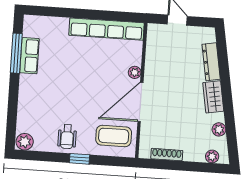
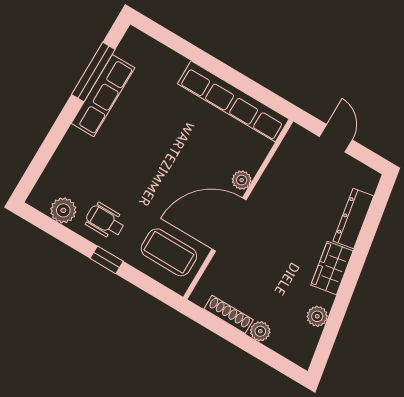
row of seats: (29, 56) -> (103, 96), width x1.48
wheelchair: (67, 137) -> (105, 221), turned 90
plant: (25, 142) -> (63, 210), moved
plant: (212, 156) -> (260, 331), moved

